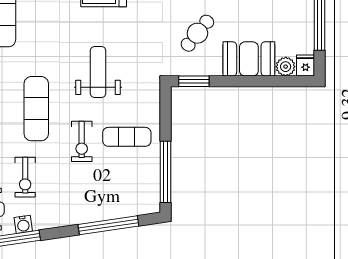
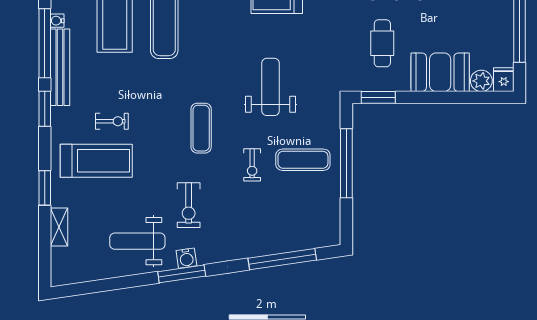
cafe table: (197, 33) -> (382, 43), turned -39
exercise mat: (36, 109) -> (201, 128), width x0.73, depth x0.69
exercise bike: (82, 141) -> (252, 165), width x0.73, depth x0.72
window: (166, 172) -> (346, 163), moved

